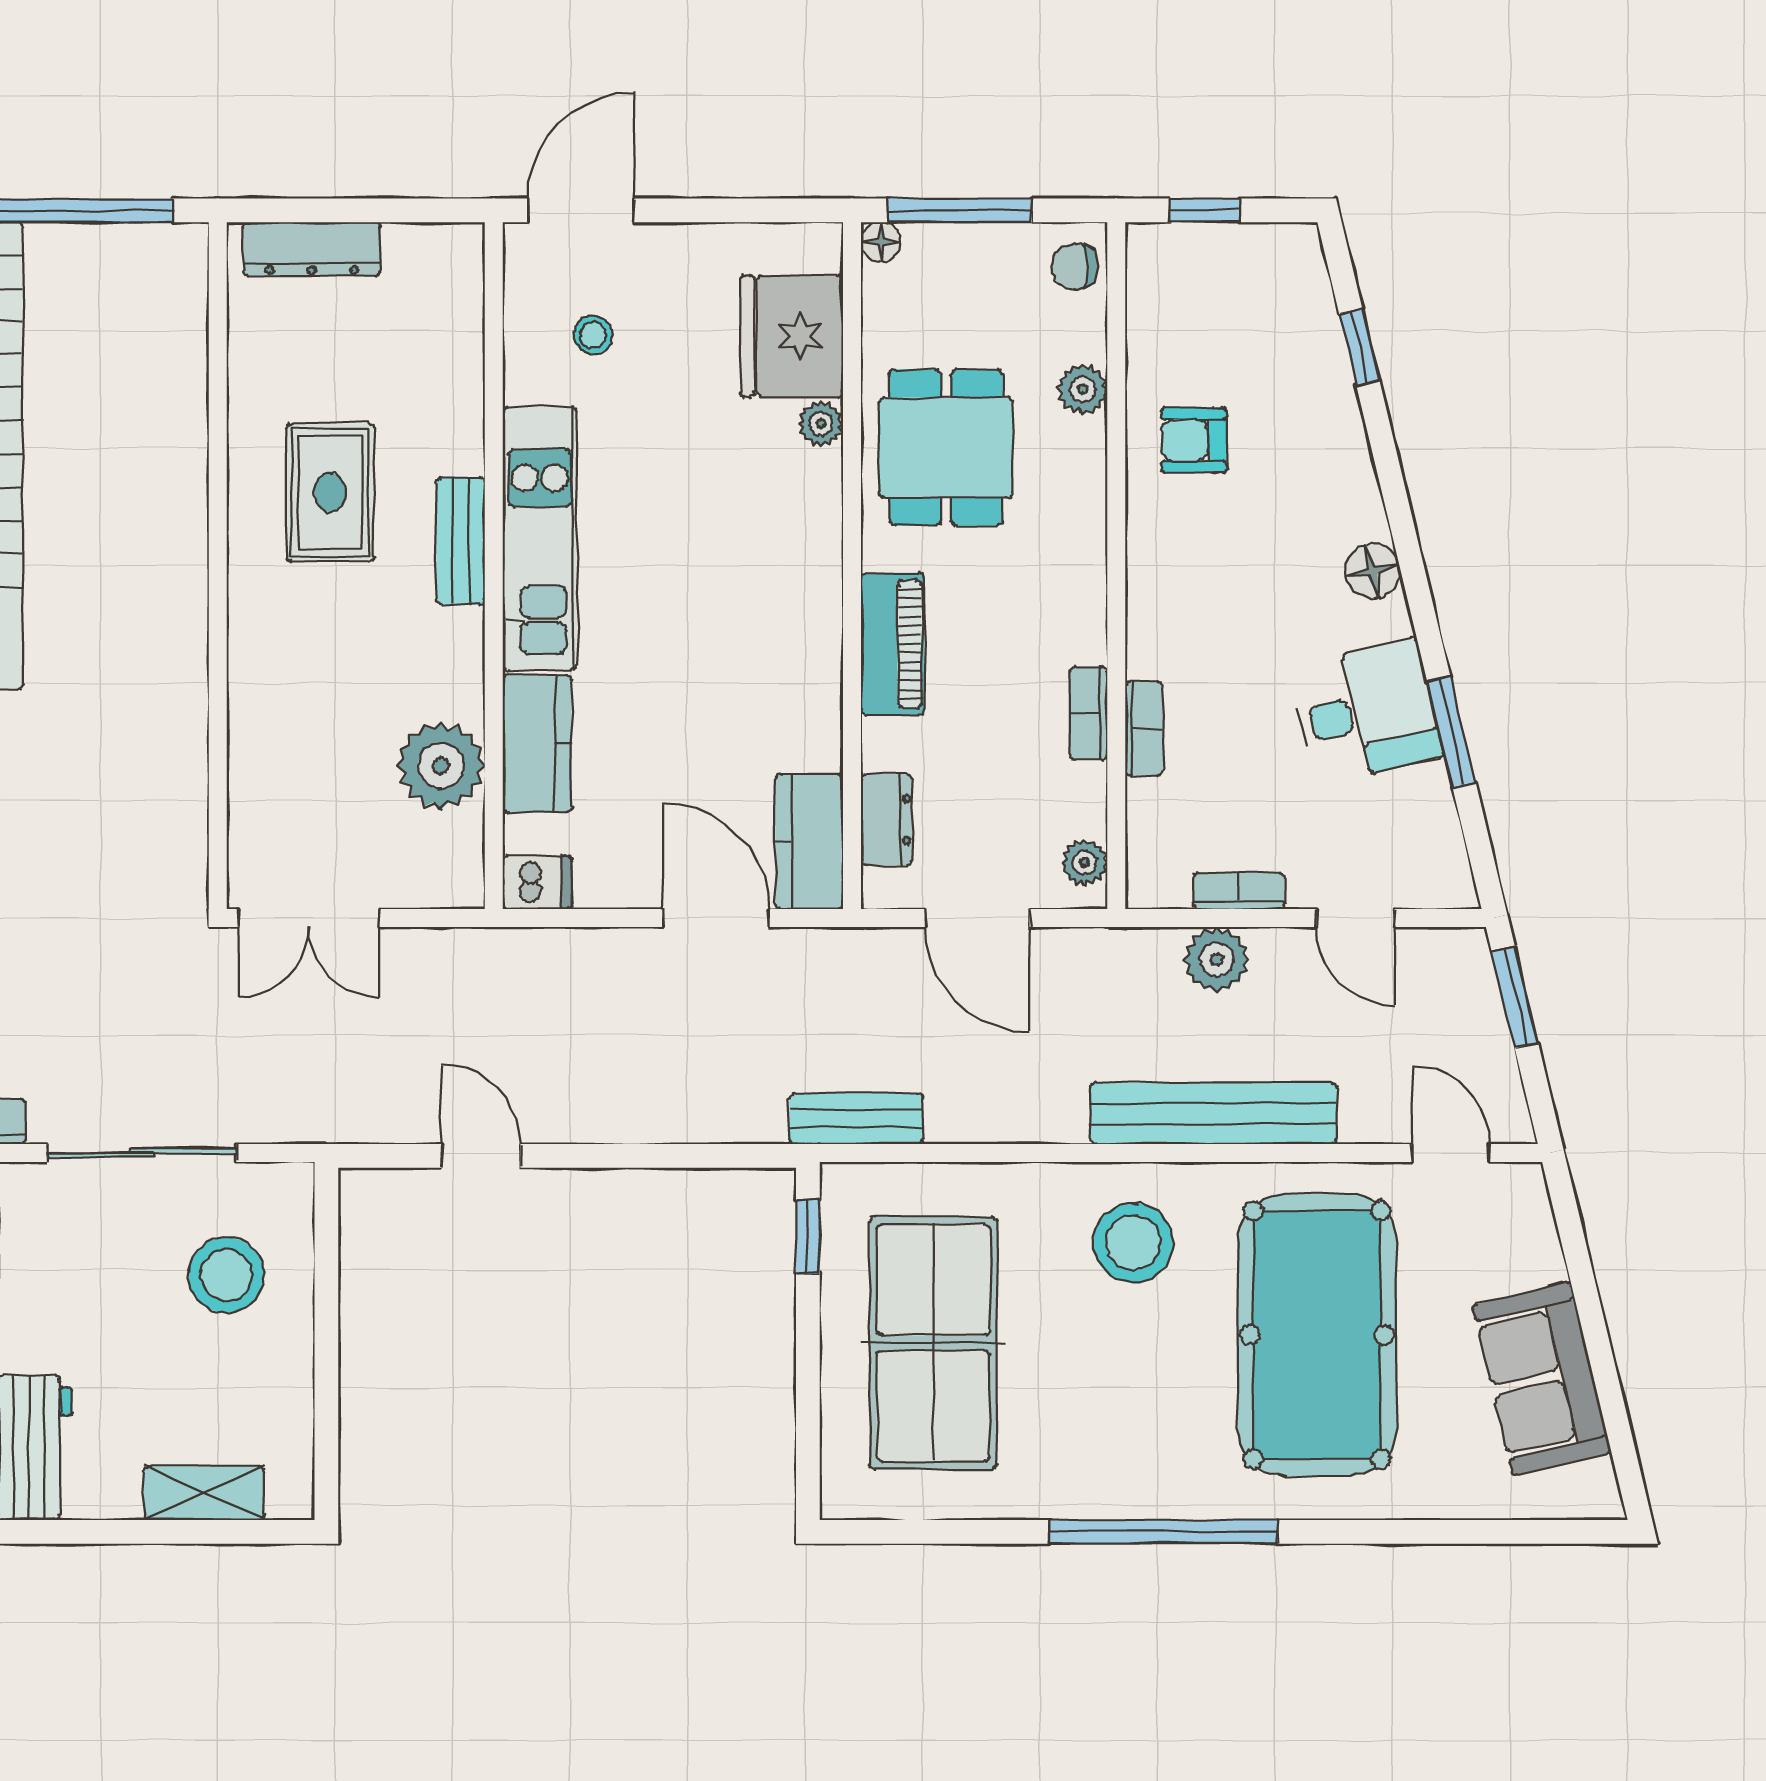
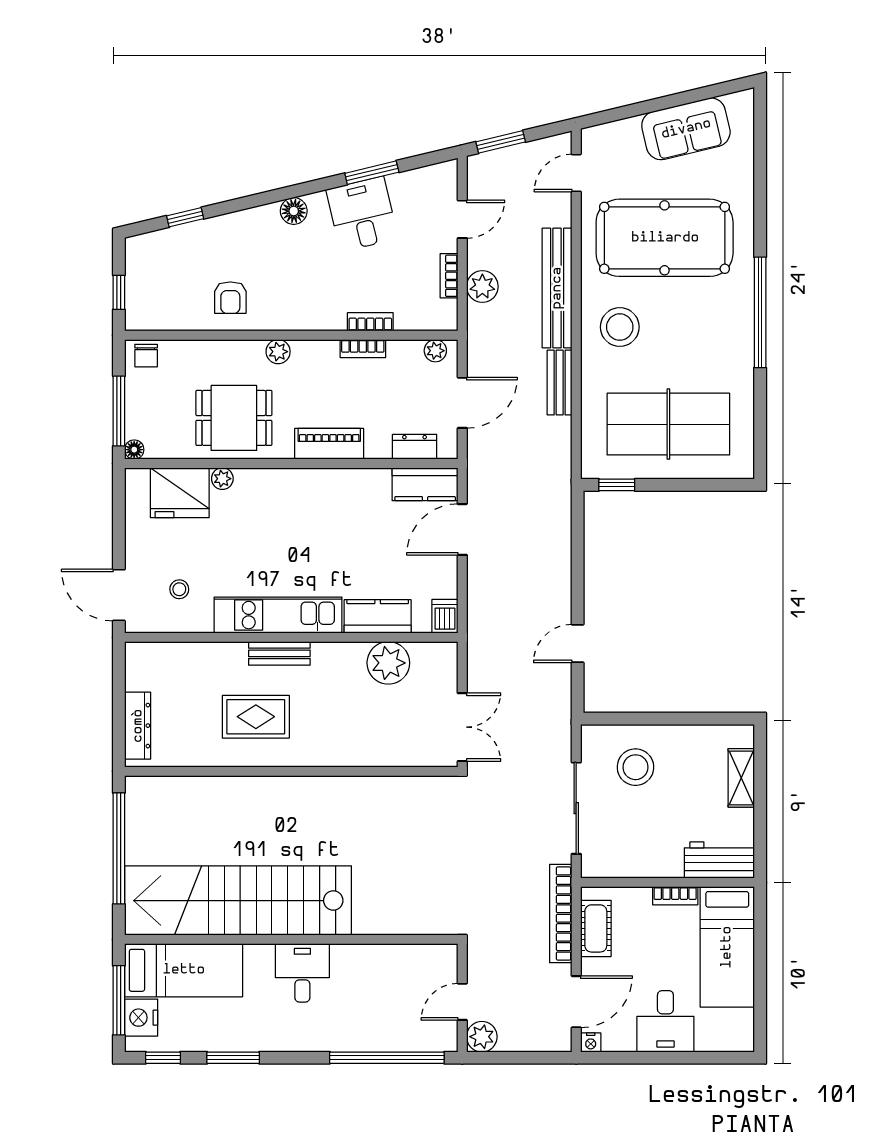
plant: (1083, 389) -> (278, 352), moved
bench: (856, 1119) -> (560, 383), moved

